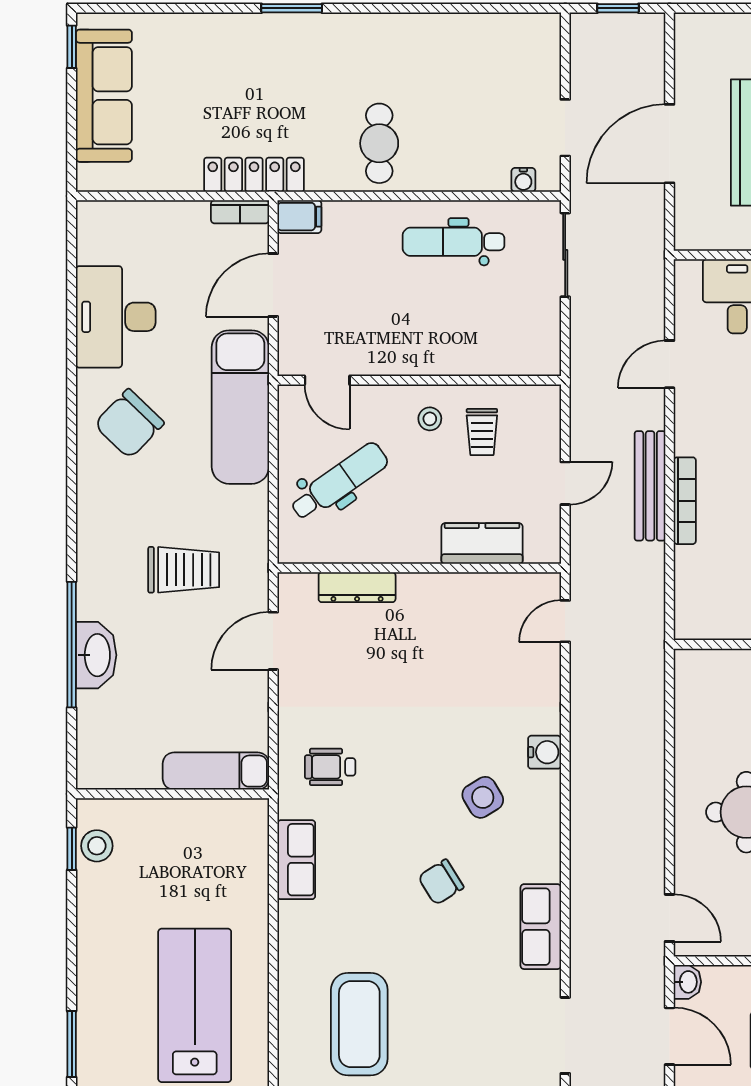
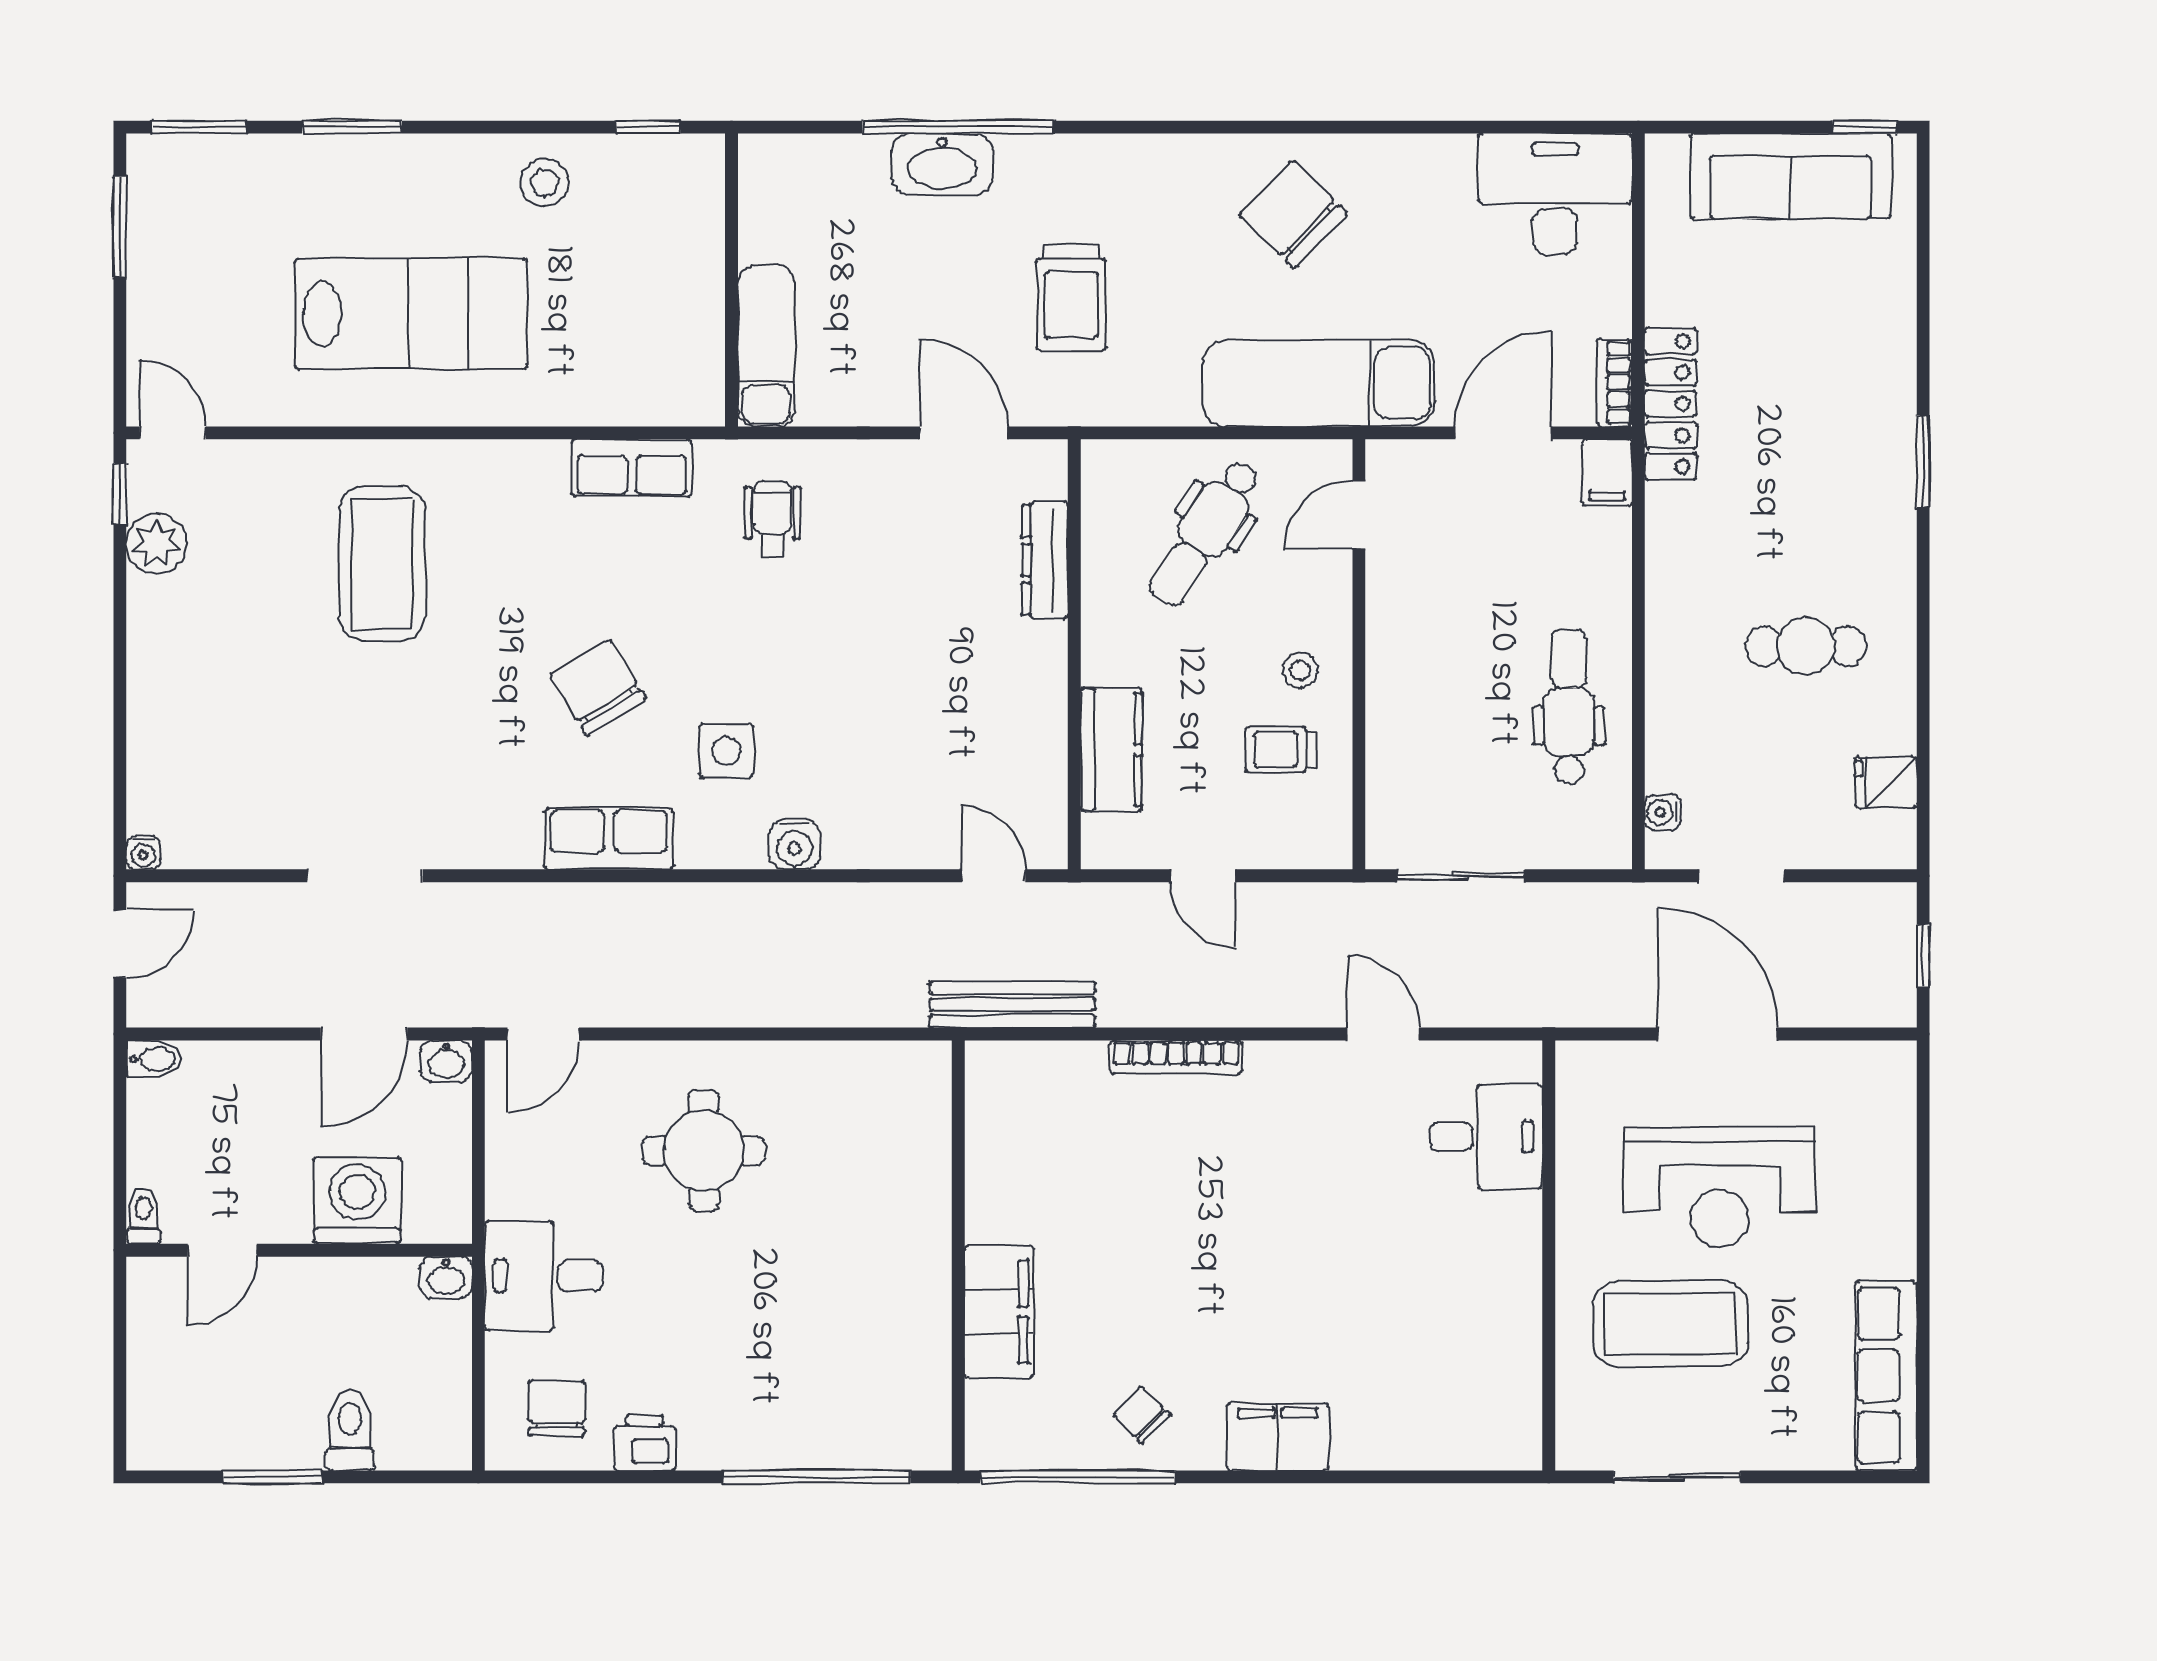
fridge: (504, 33) -> (1886, 782), added
cafe table: (379, 143) -> (1806, 646), moved
sliding door: (565, 255) -> (1461, 876), moved
door: (273, 285) -> (1503, 433), hinge flipped
desk: (116, 317) -> (1555, 194), moved
dental chair: (339, 482) -> (1205, 533), turned 68
bench: (650, 486) -> (1012, 1004), moved
side table: (483, 797) -> (726, 751), turned 31
stool: (97, 846) -> (545, 183), moved
chair: (441, 882) -> (598, 687), width x1.37, depth x1.37
row of seats: (541, 927) -> (609, 839), moved
coffee table: (359, 1024) -> (382, 563), turned 90

